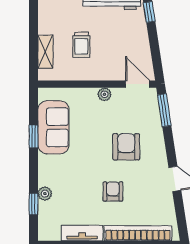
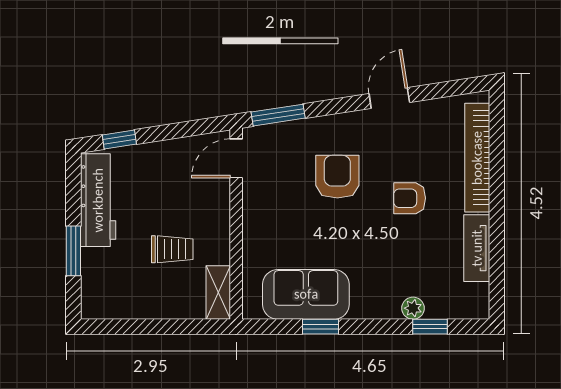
shelving: (45, 52) -> (218, 293), moved, turned 90
plant: (104, 94) -> (253, 212), removed
armchair: (126, 147) -> (337, 177), turned 90

